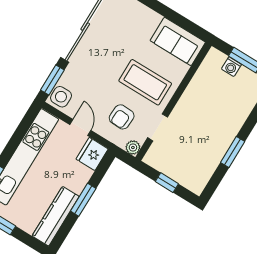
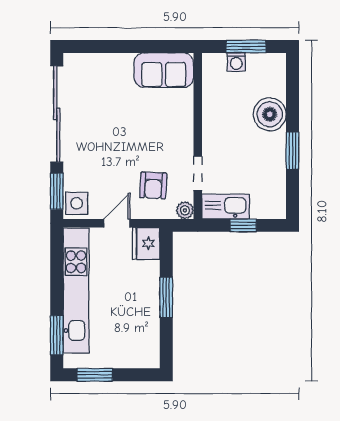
coffee table: (145, 82) -> (156, 134), removed
boiler: (232, 117) -> (270, 114), added
door: (80, 128) -> (117, 223), hinge flipped
kitchen sink: (163, 162) -> (226, 207), added
kitchen counter: (56, 216) -> (148, 332), removed

